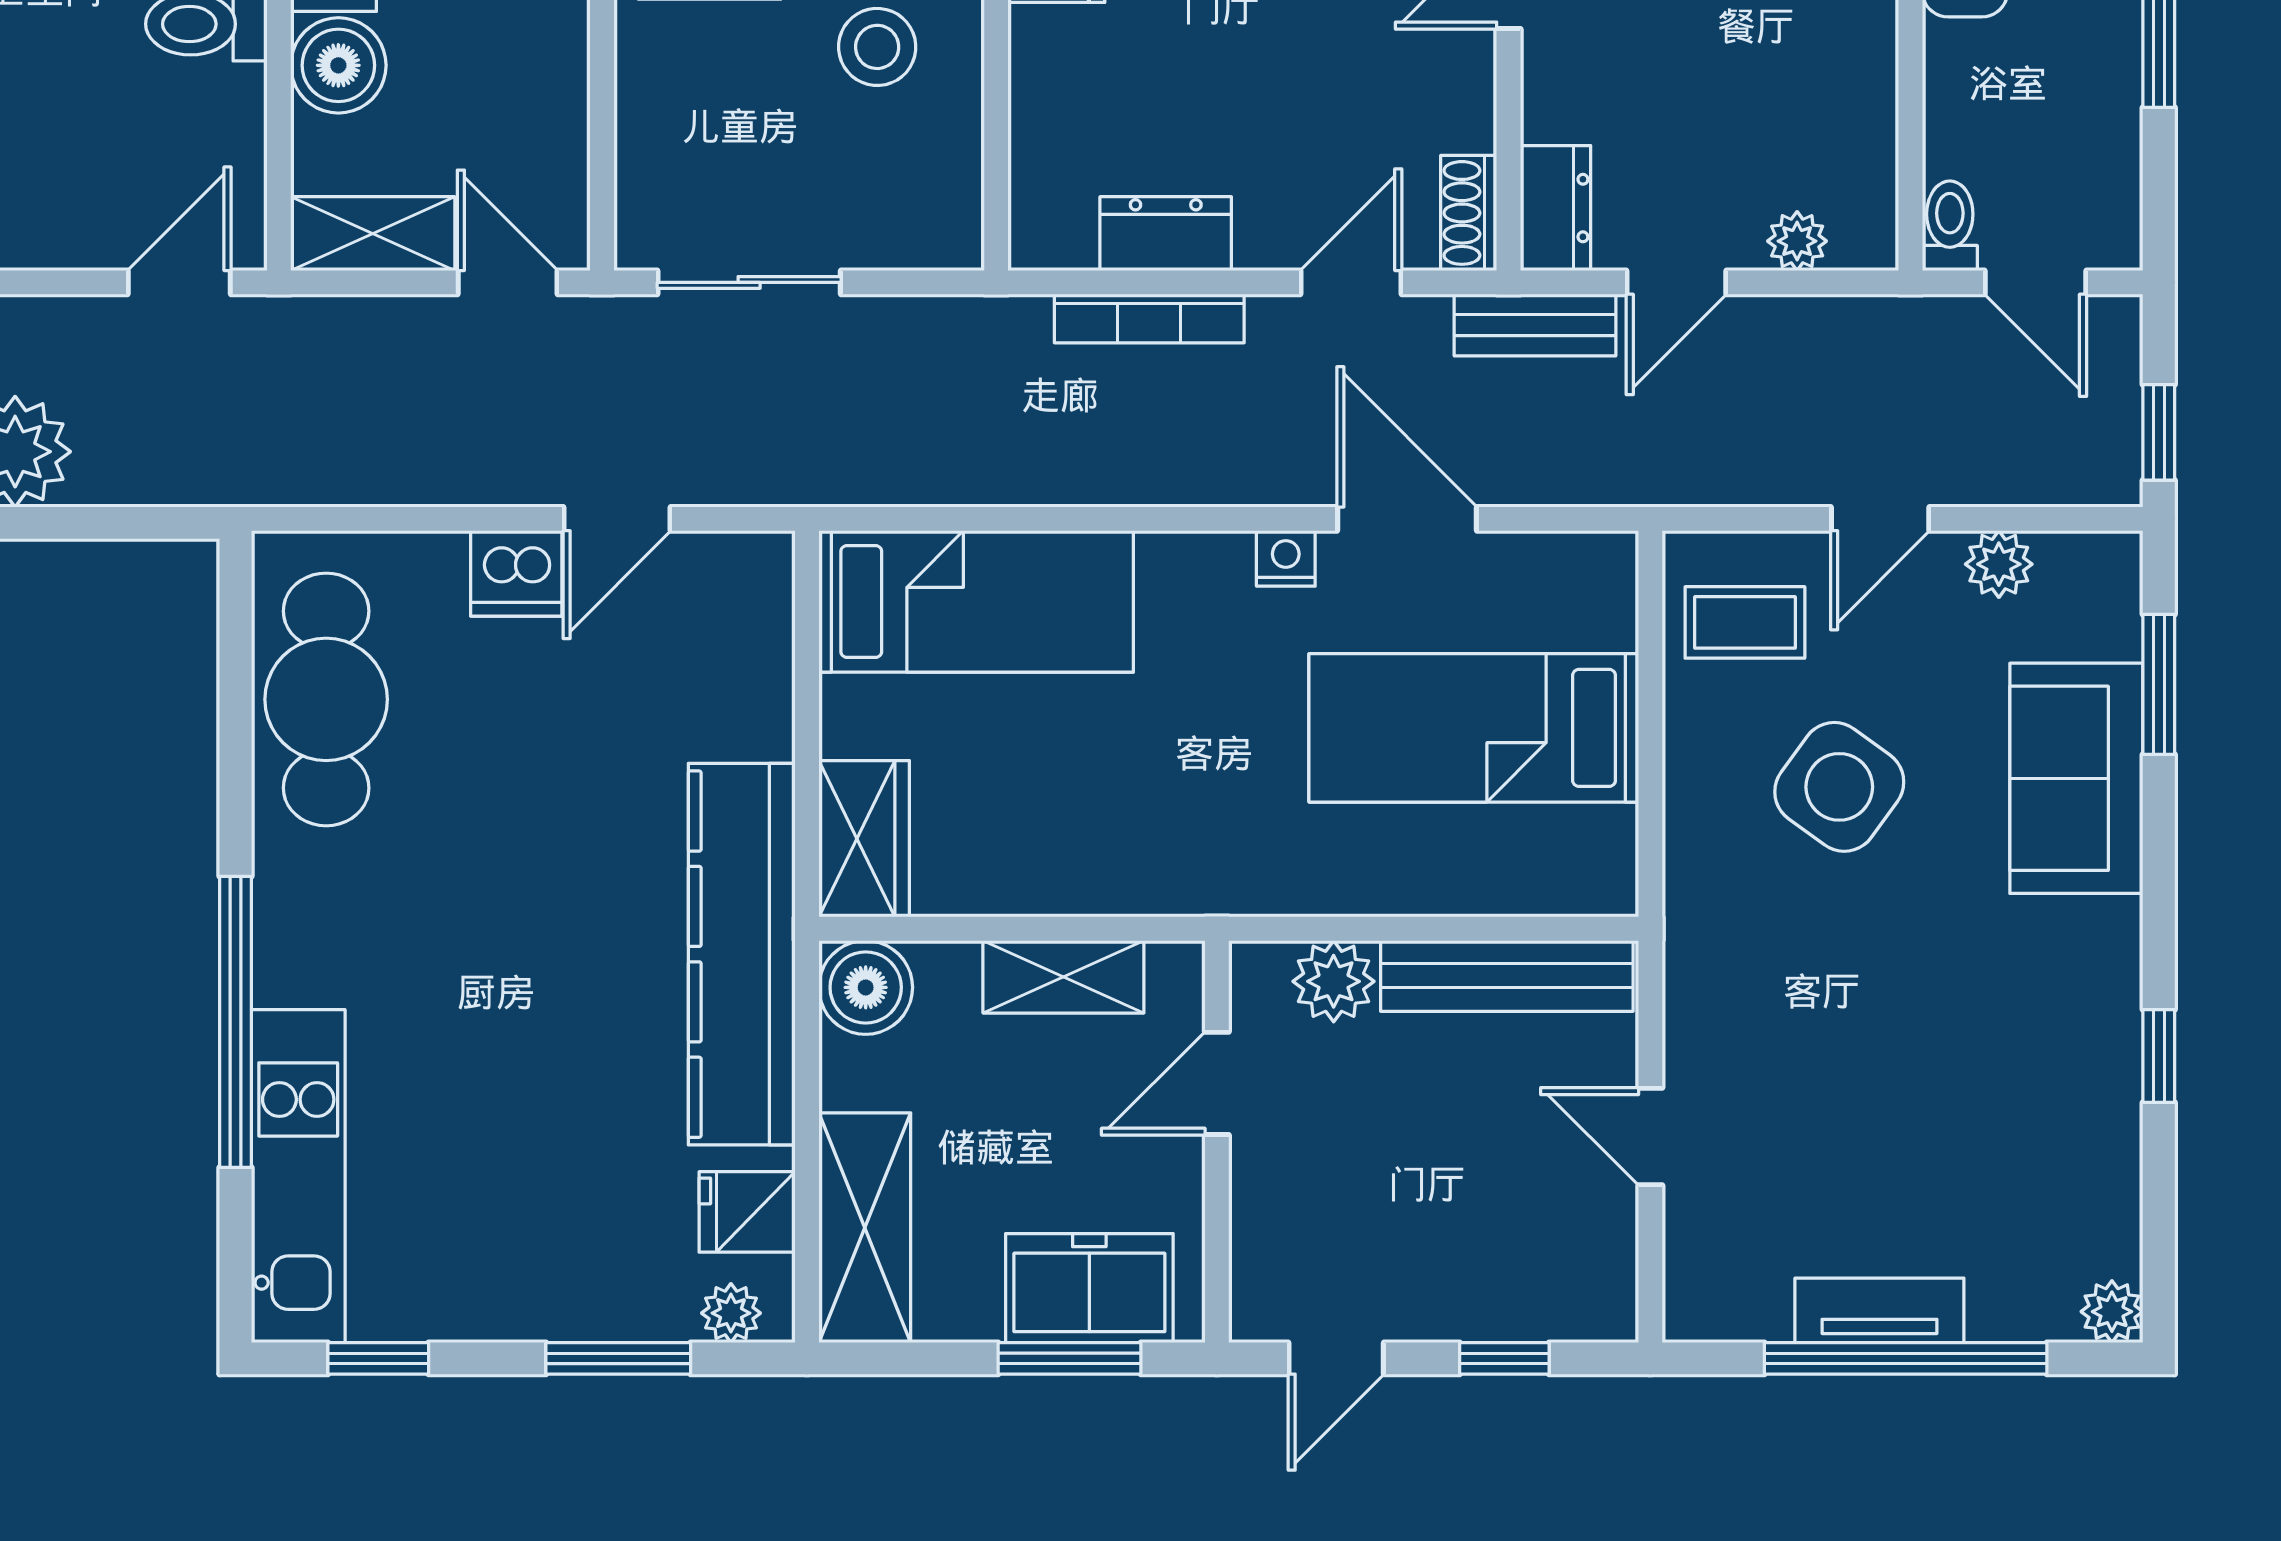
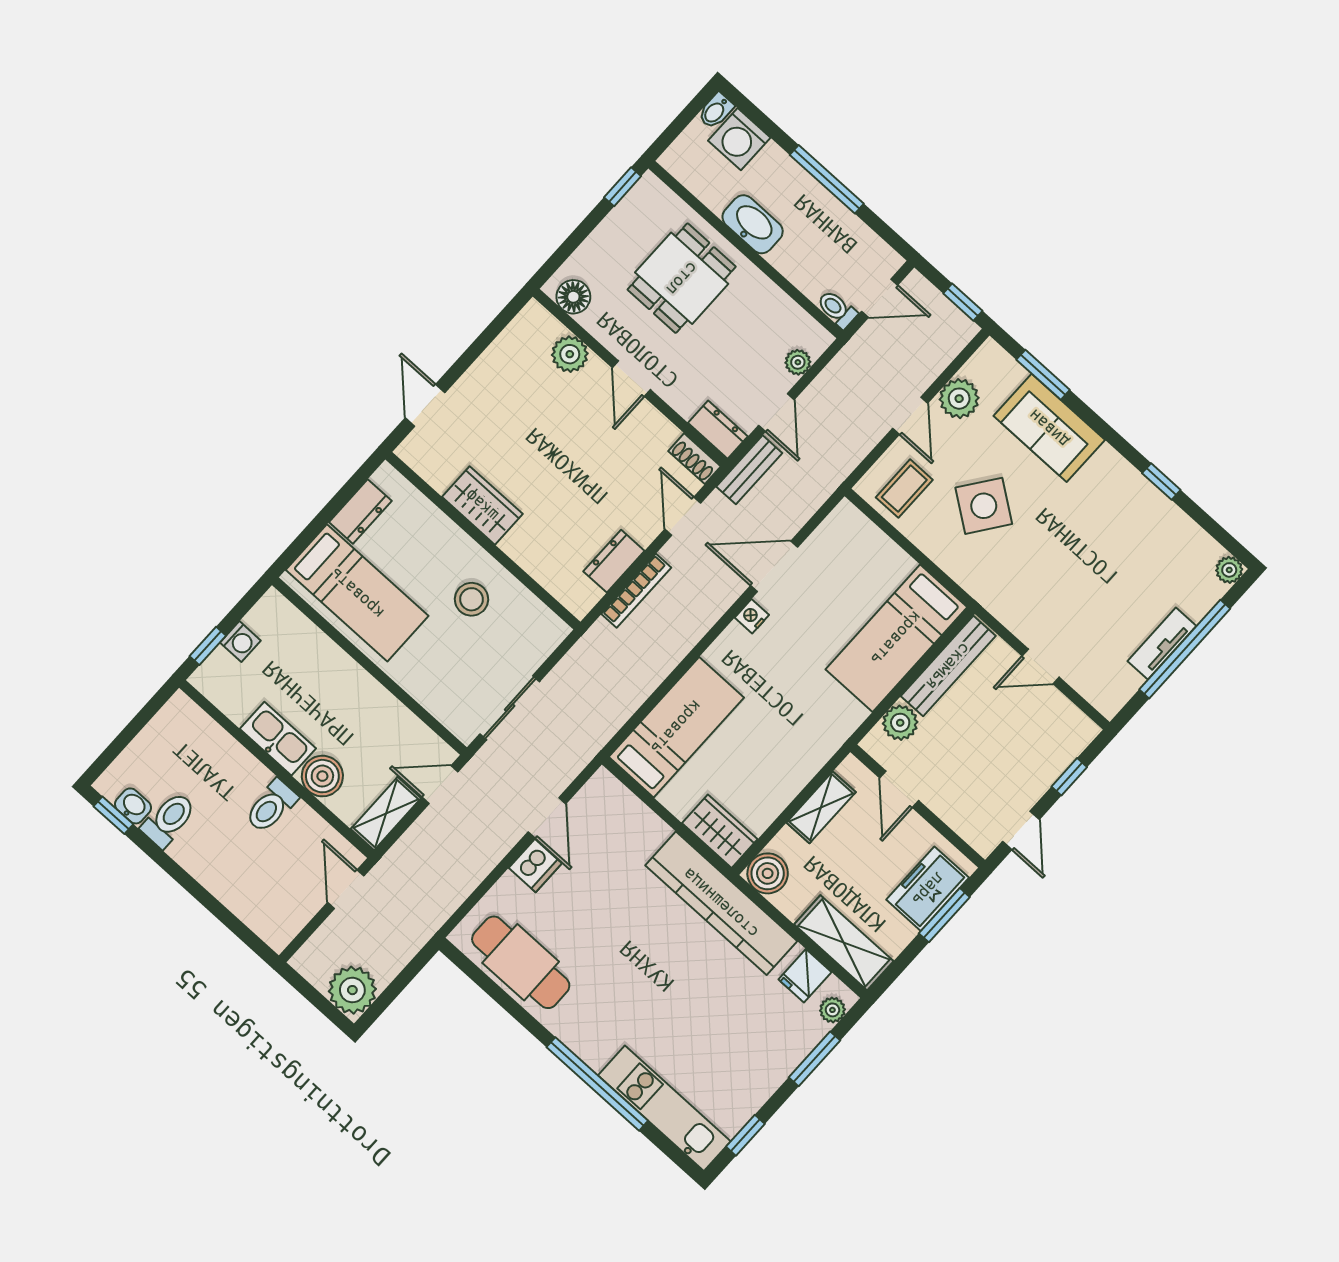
plant: (1999, 564) -> (959, 399), width x1.38, depth x1.38
bed: (1474, 728) -> (896, 638), moved

